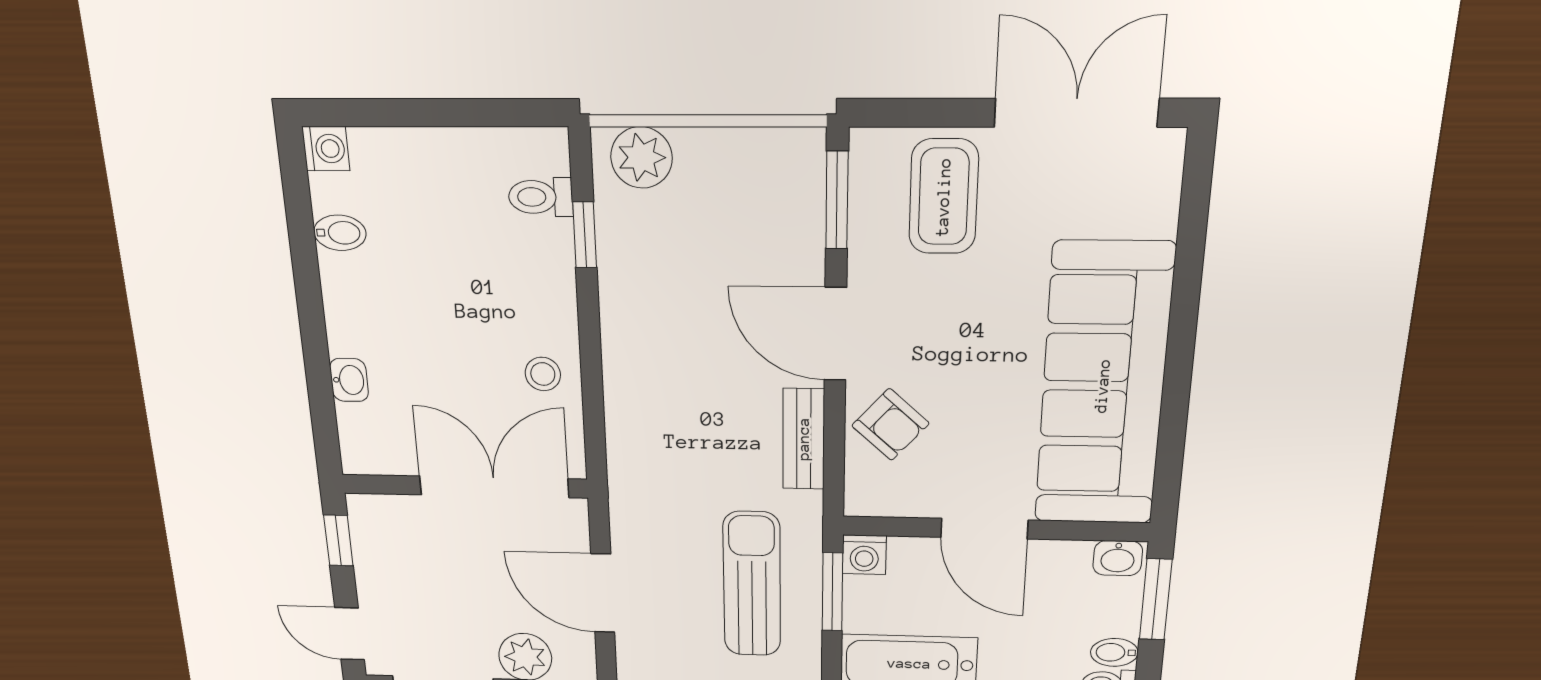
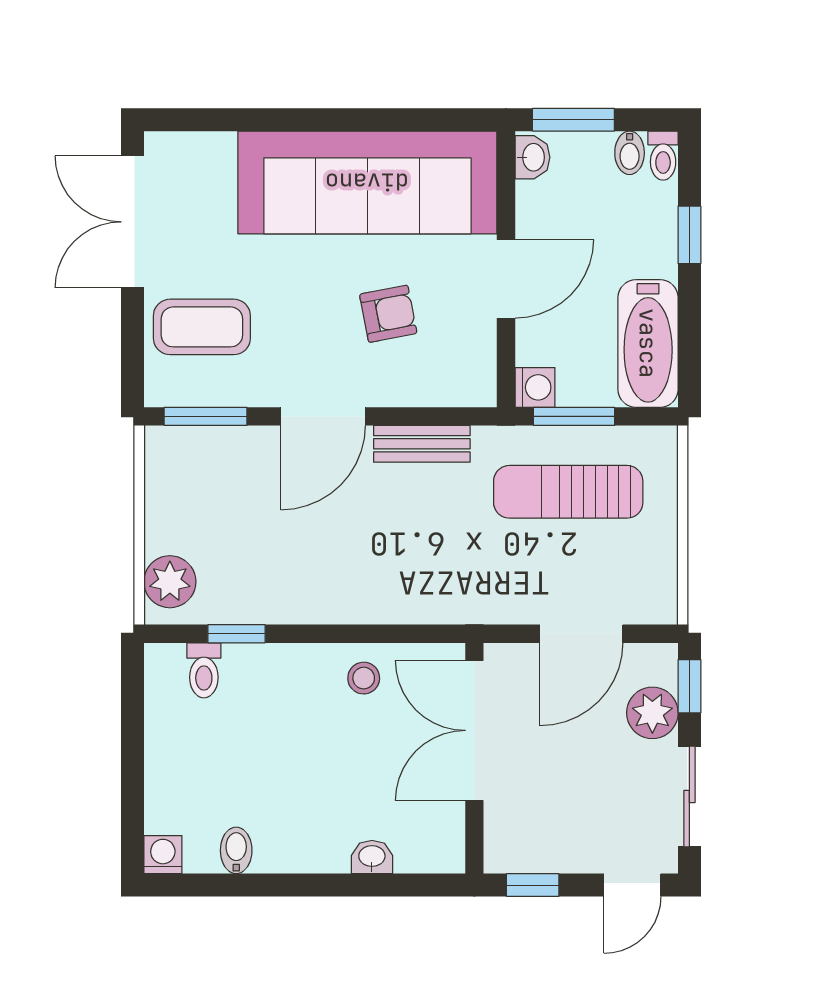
armchair: (890, 425) -> (388, 314), moved, turned 37

